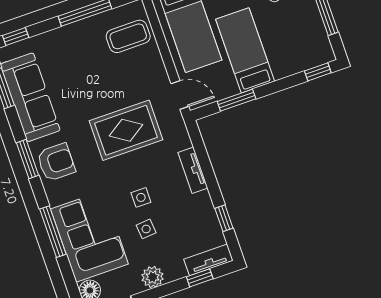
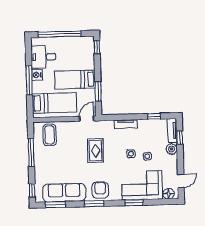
rug: (126, 130) -> (95, 151), width x0.73, depth x0.70
window: (53, 232) -> (134, 203), width x0.69
plant: (153, 277) -> (172, 149), moved

